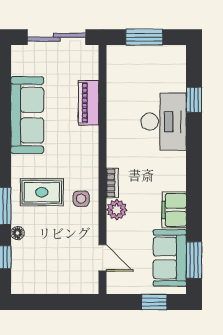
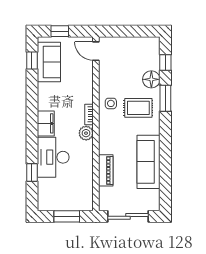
plant: (117, 210) -> (86, 133), moved
filing cabinet: (174, 210) -> (46, 123), moved
floor lamp: (17, 233) -> (151, 79), width x1.89, depth x1.89
door: (102, 258) -> (96, 51), moved
window: (194, 260) -> (32, 60), width x0.67

